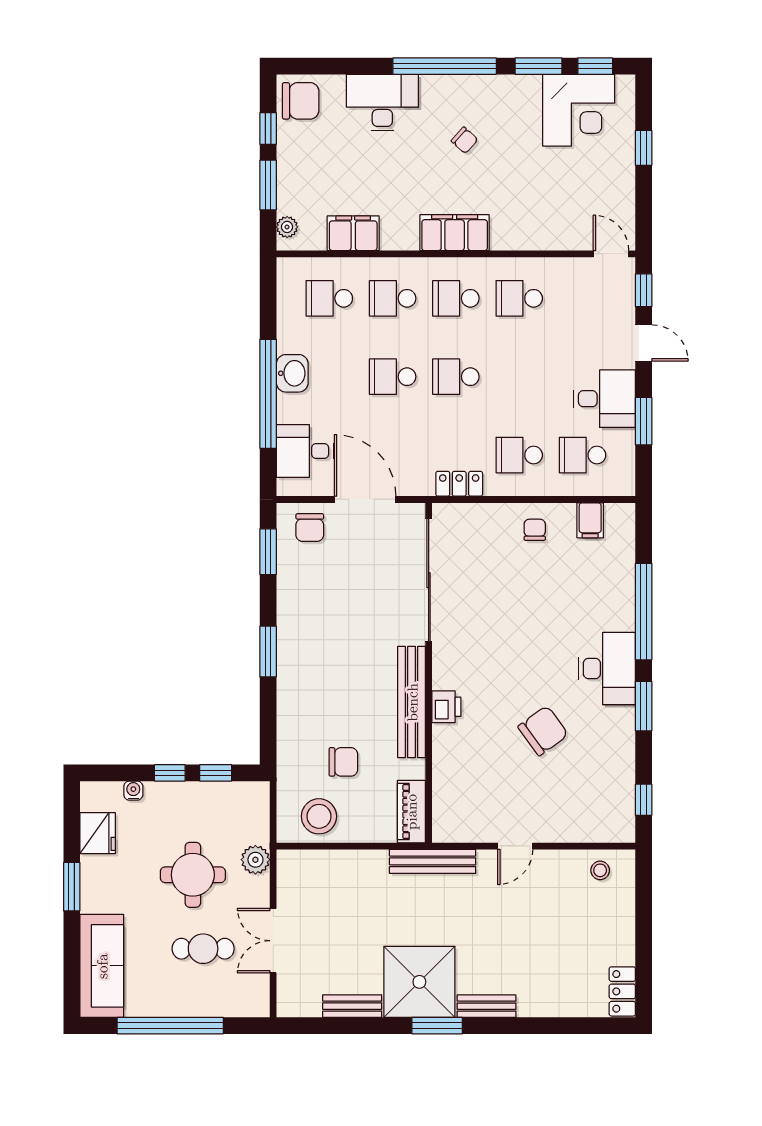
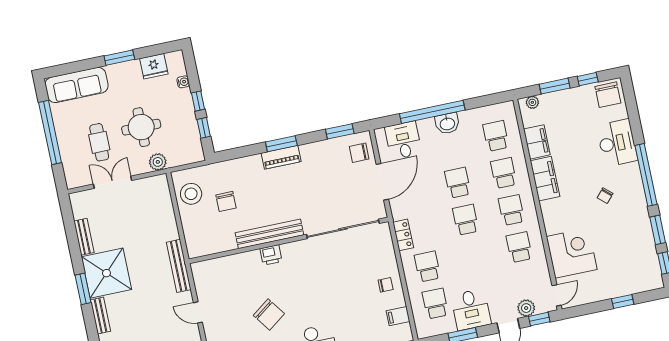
corner desk: (579, 110) -> (572, 253), moved, turned 180
filing cabinet: (455, 233) -> (545, 179), moved
plant: (621, 308) -> (526, 308), added
piano: (411, 812) -> (281, 157), moved, turned 180

